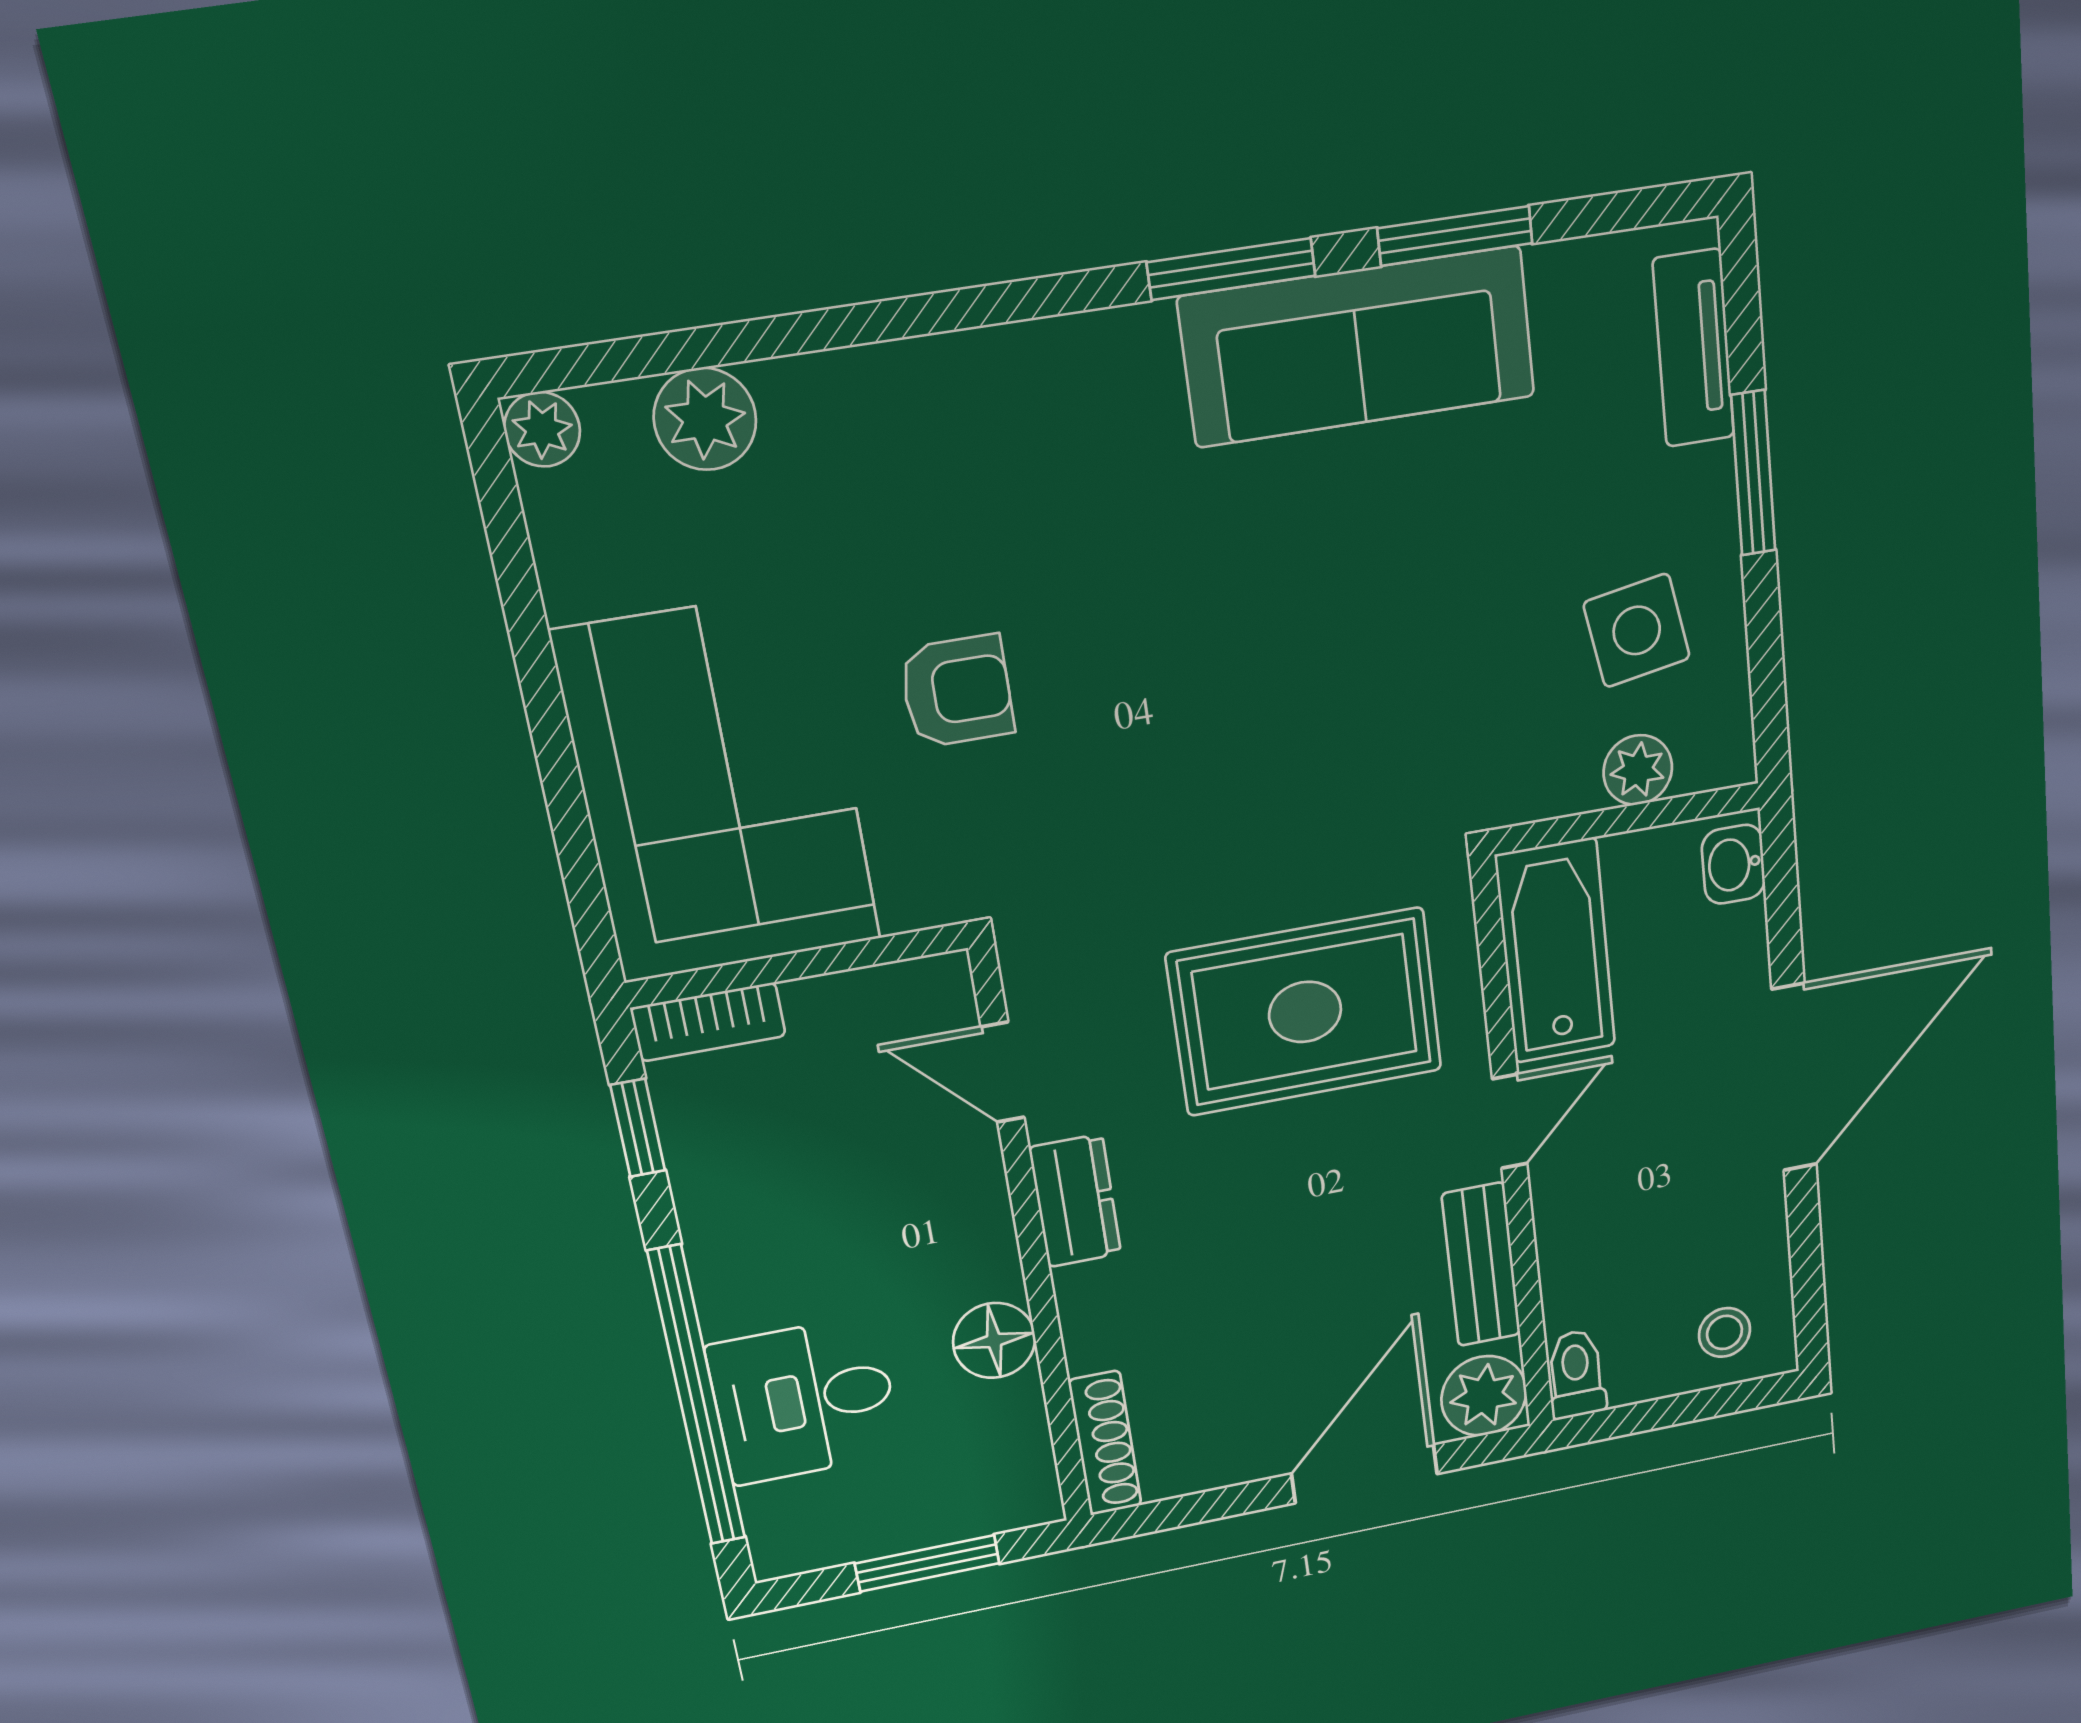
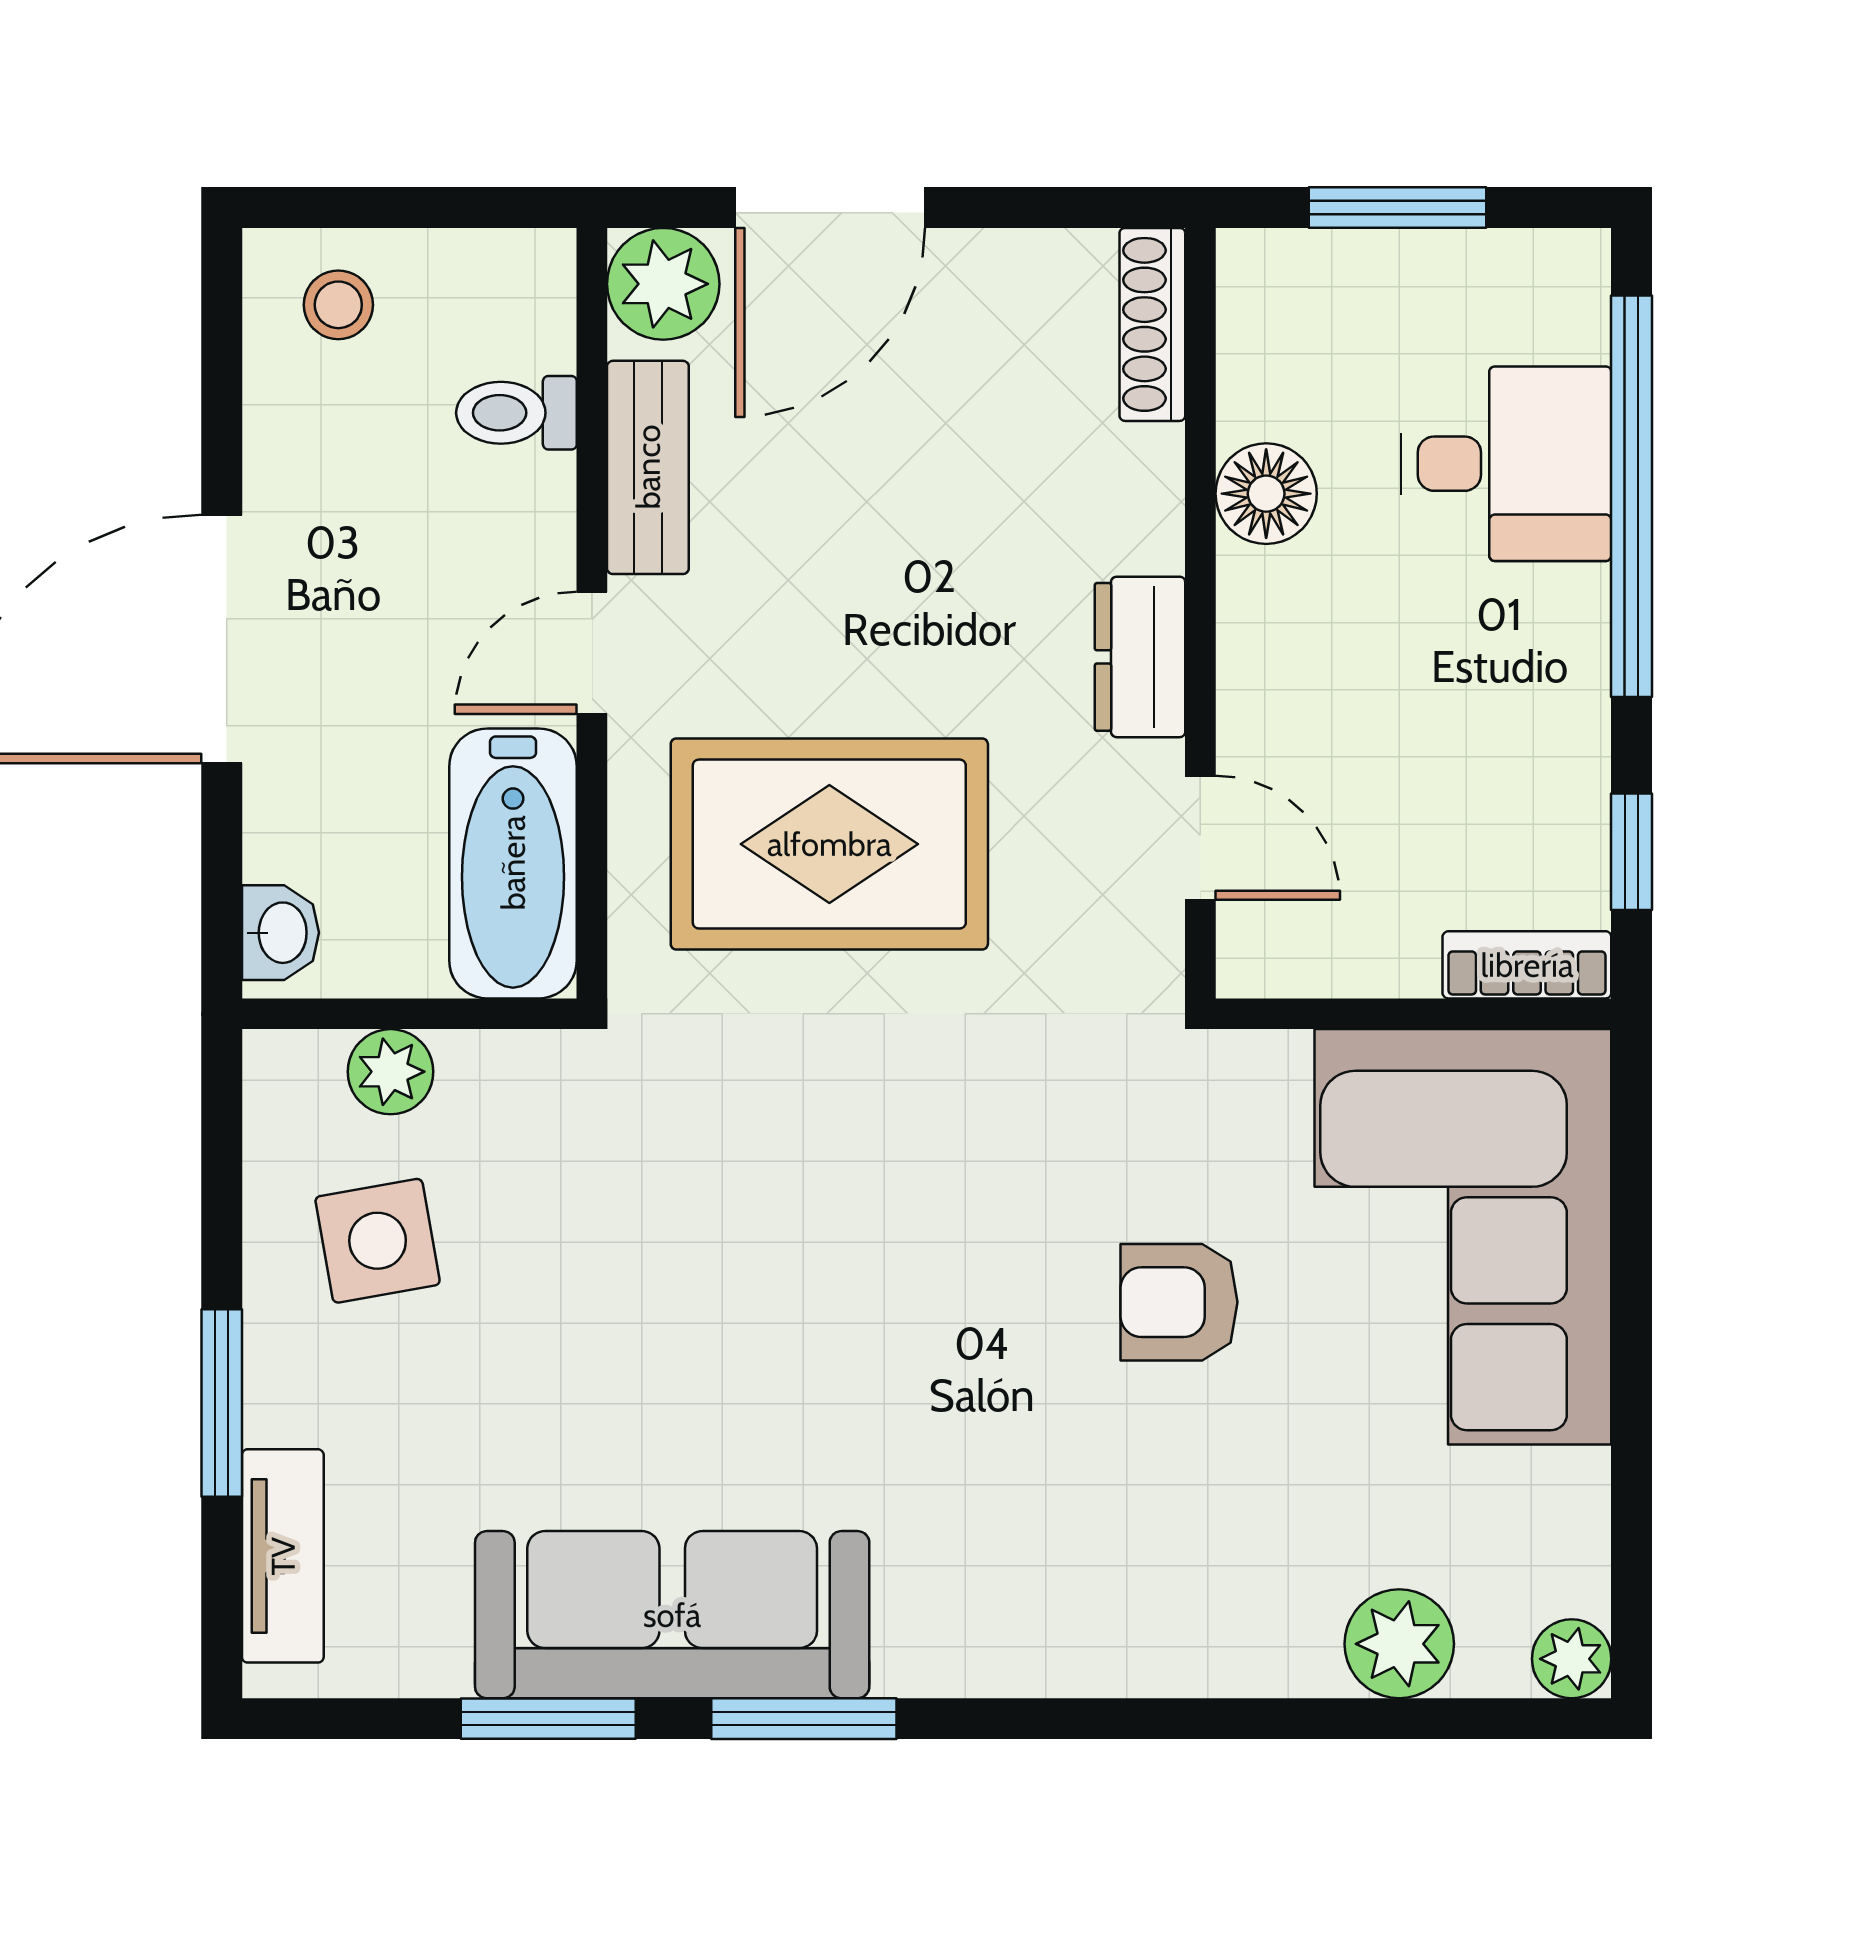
toilet: (1576, 1374) -> (516, 413), moved, turned 90

